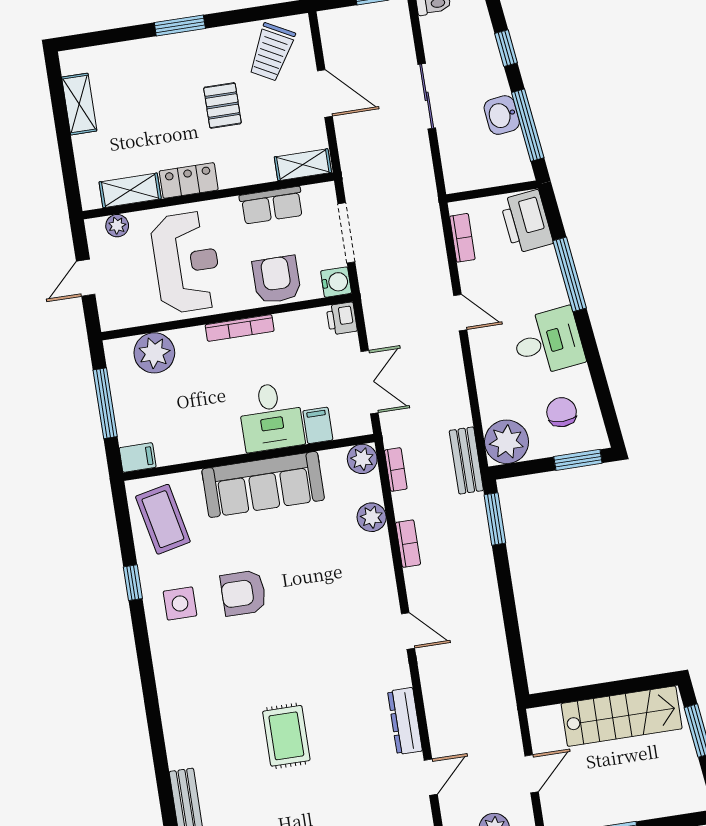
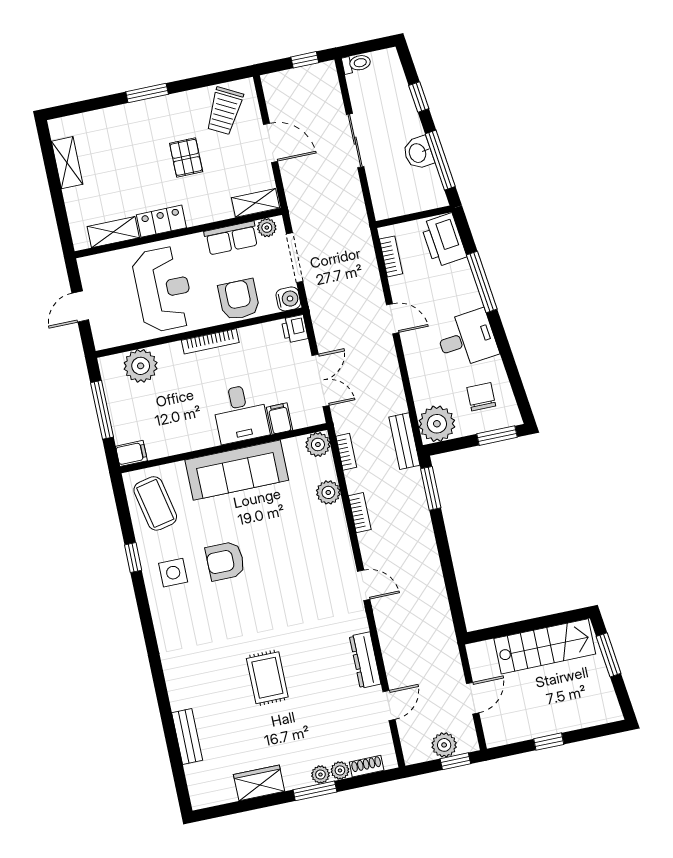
plant: (117, 226) -> (267, 228), moved

